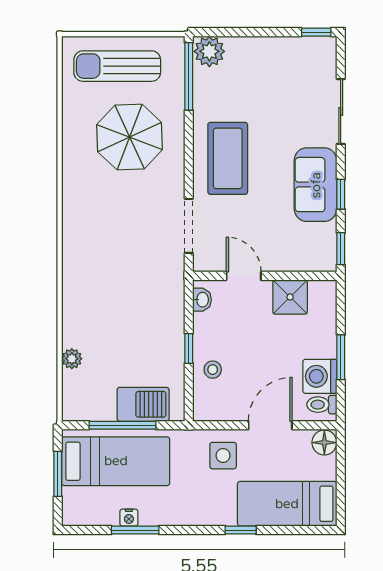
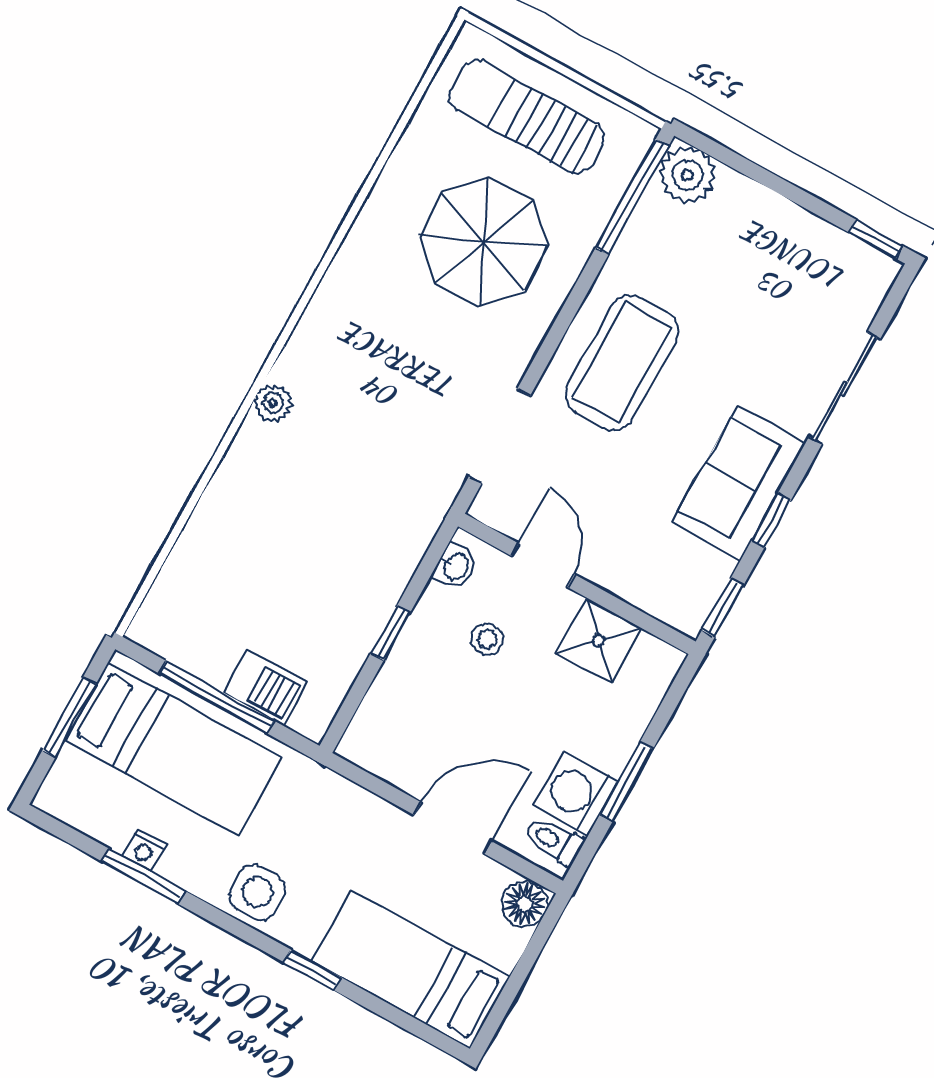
plant: (72, 359) -> (273, 403), moved
stool: (213, 370) -> (487, 639), moved
barbecue: (143, 404) -> (265, 687), width x0.73, depth x0.79
side table: (223, 456) -> (257, 892), moved

